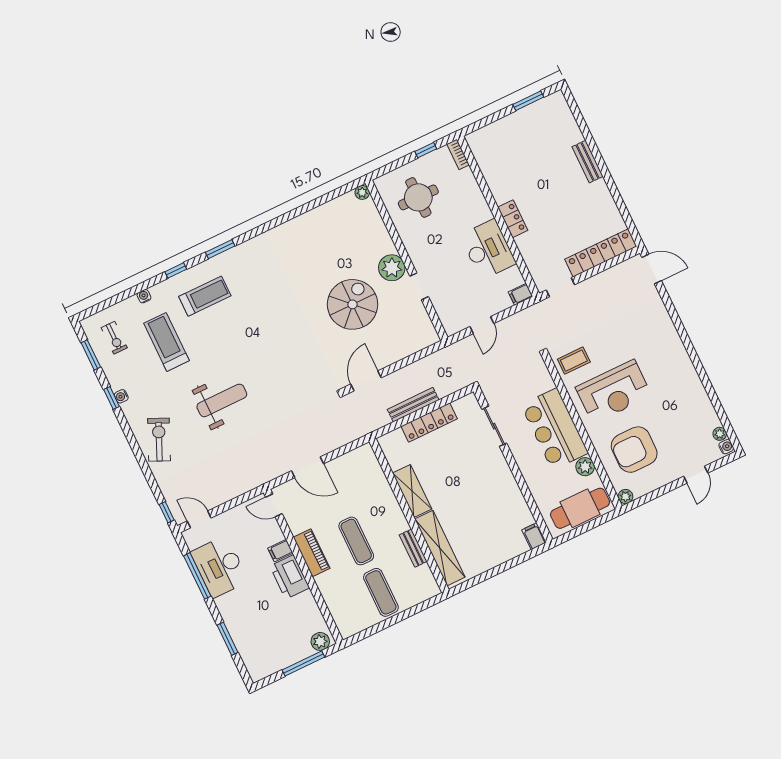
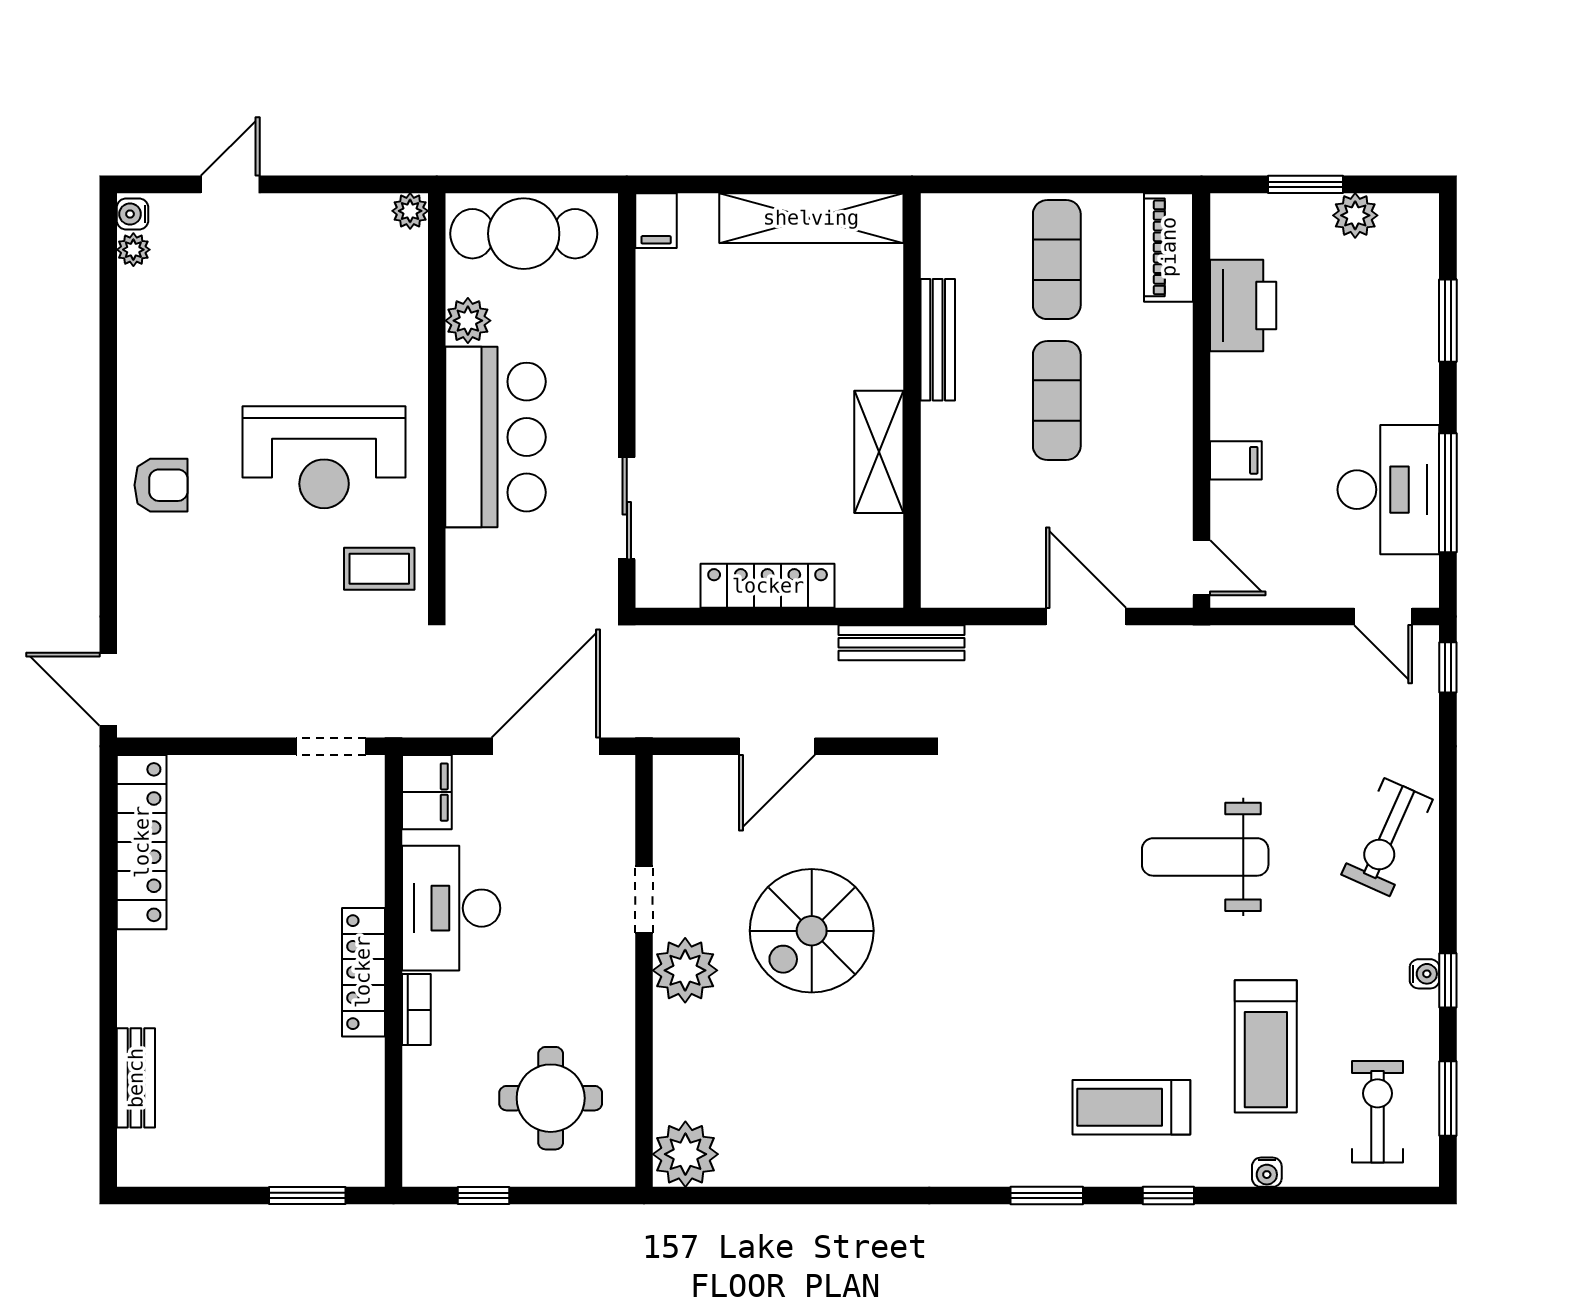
window: (528, 101) -> (307, 1196), moved
bookcase: (458, 154) -> (416, 1010), moved
bench: (587, 162) -> (136, 1078), moved
plant: (362, 192) -> (685, 1154), width x1.87, depth x1.87
locker: (513, 219) -> (363, 972), width x1.53
locker: (601, 253) -> (142, 842), moved, turned -90
filing cabinet: (521, 294) -> (427, 792), width x2.00
door: (482, 325) -> (546, 746), width x1.87
exercise bike: (114, 338) -> (1377, 1112), width x1.38, depth x1.39
door: (366, 381) -> (777, 746), moved
reception desk: (614, 392) -> (324, 457), turned 180
bench: (413, 405) -> (902, 643), moved
armchair: (634, 450) -> (161, 485), moved, width x0.53, depth x0.53
bench: (413, 548) -> (938, 340), width x1.36
shelving: (440, 548) -> (811, 218), moved, turned 90
piano: (312, 553) -> (1169, 247), moved
printer: (290, 577) -> (1243, 305), moved
plant: (320, 641) -> (1355, 215), moved
window: (303, 664) -> (1306, 184), width x0.69

